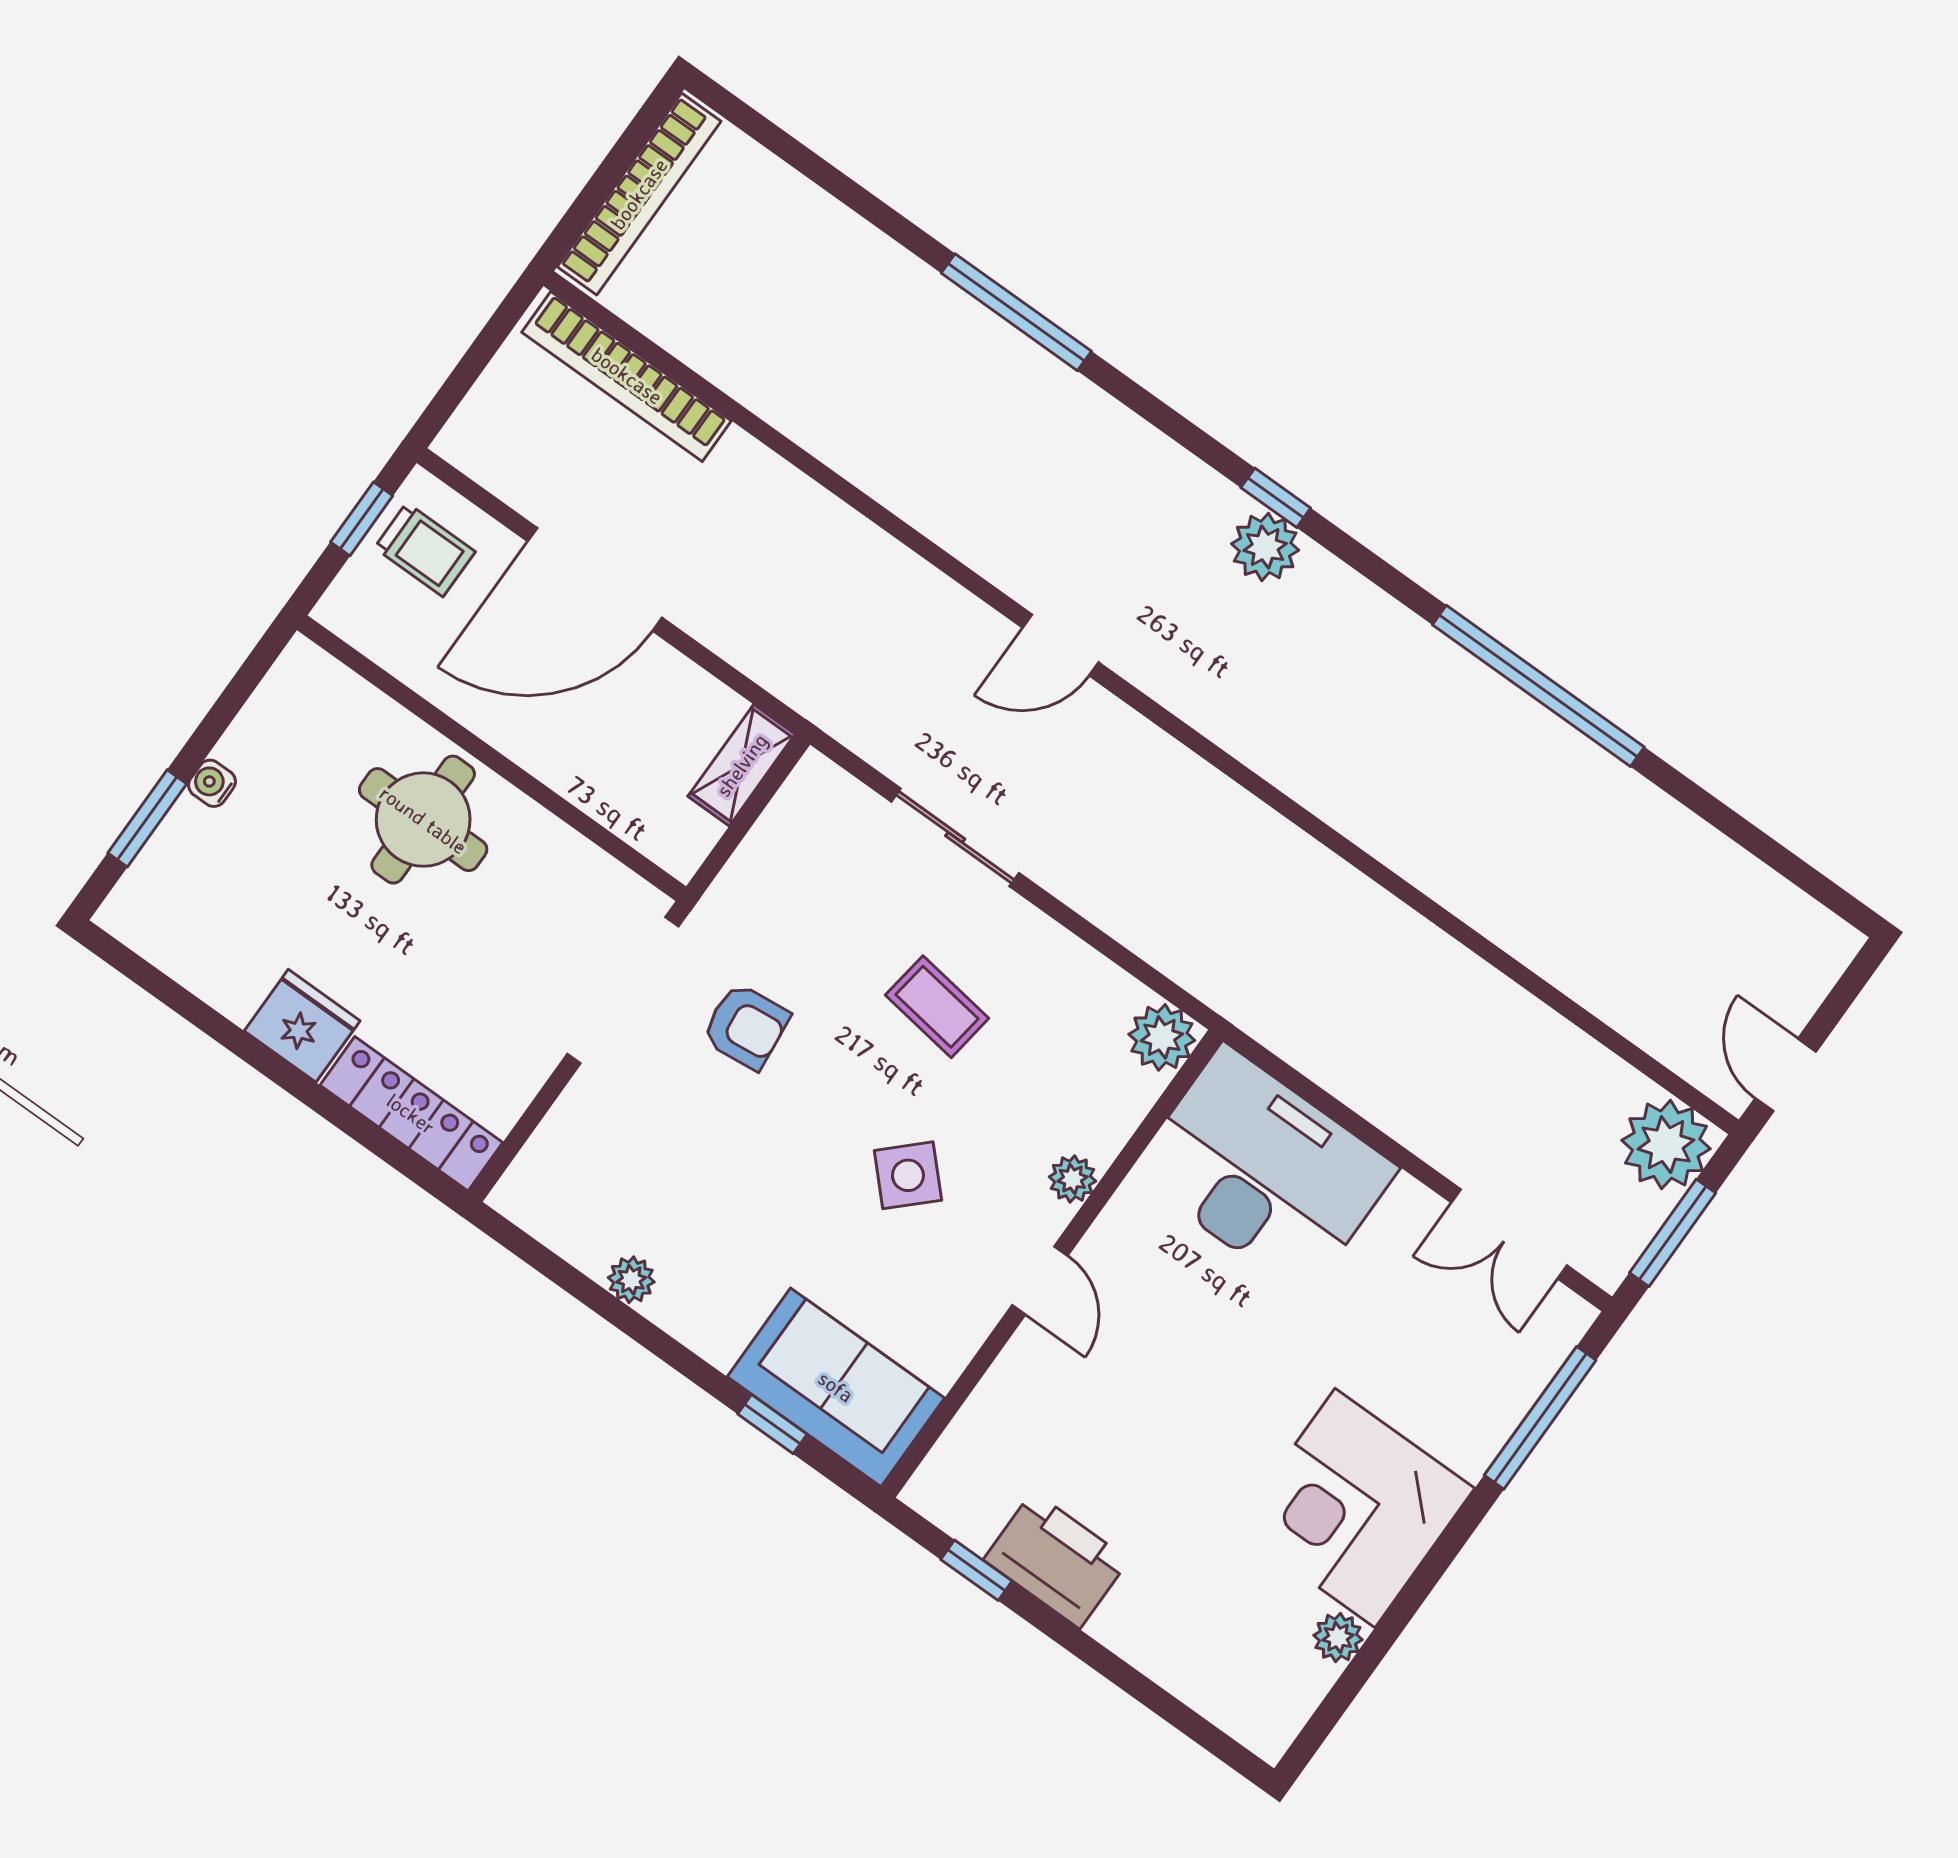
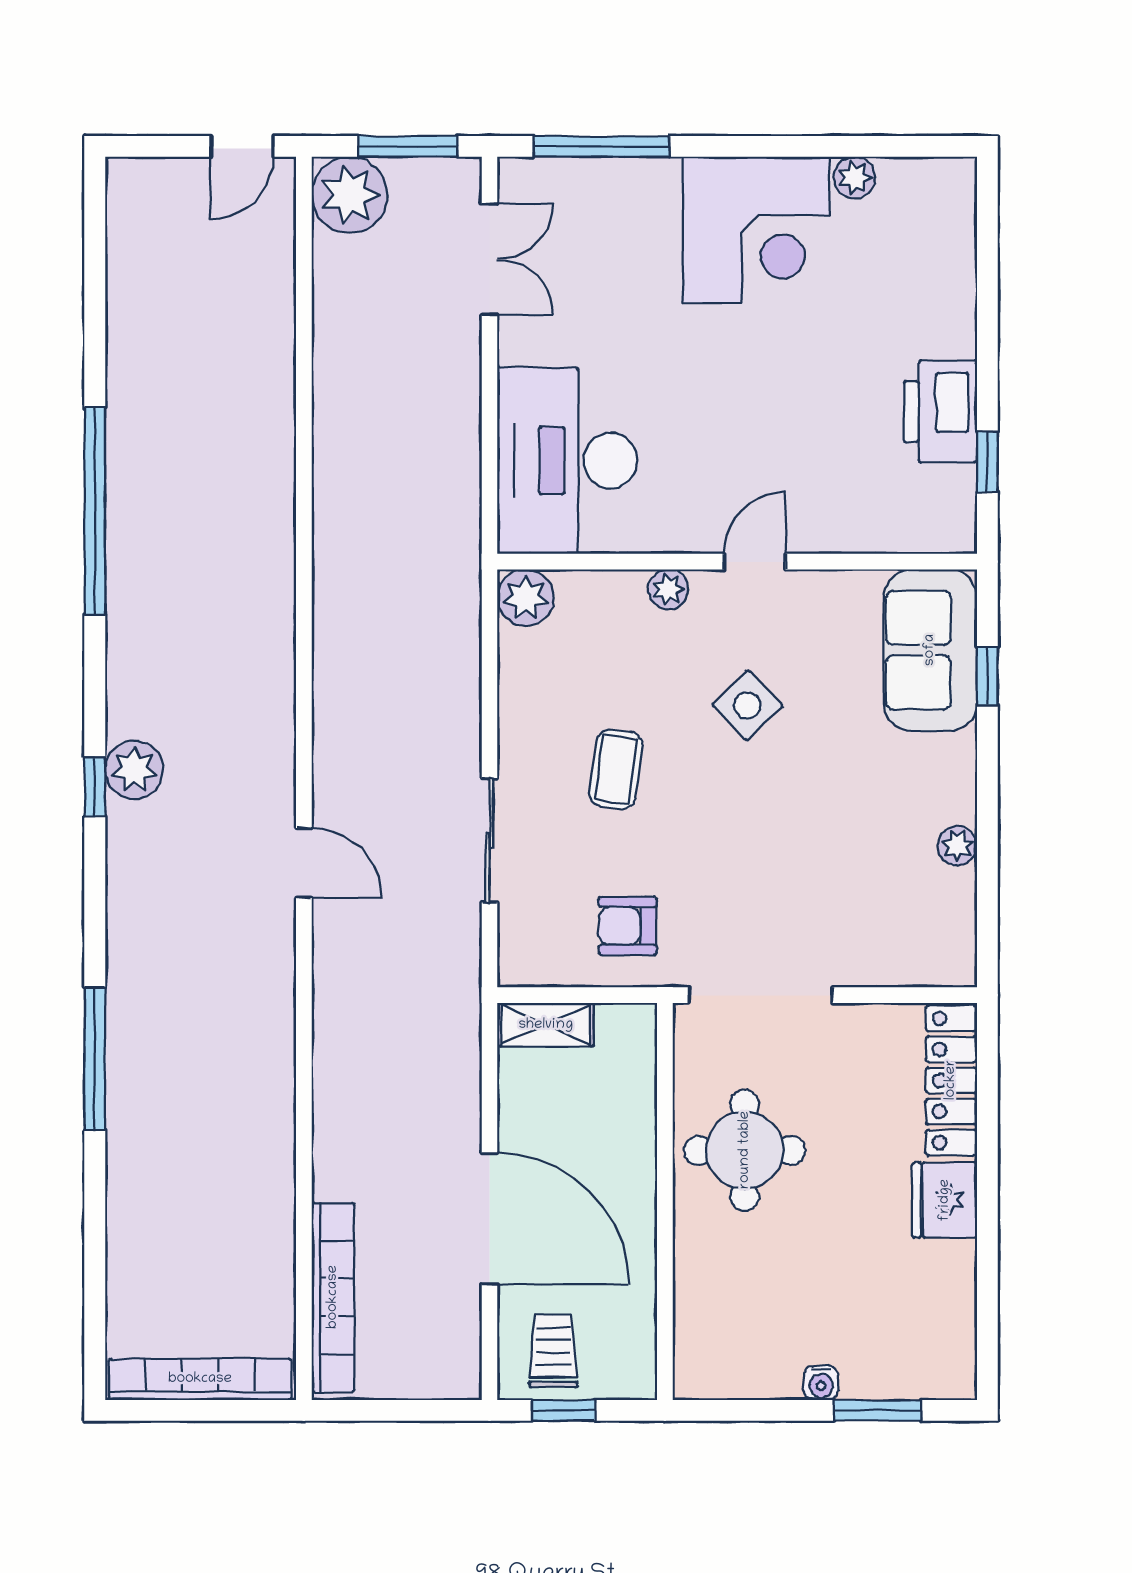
round table: (423, 820) -> (745, 1150), moved
armchair: (746, 1026) -> (628, 926), moved, turned -84

